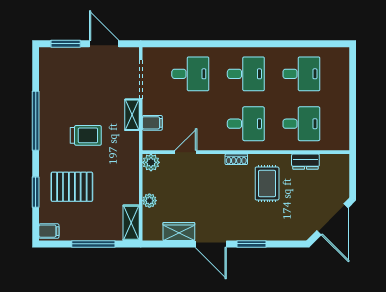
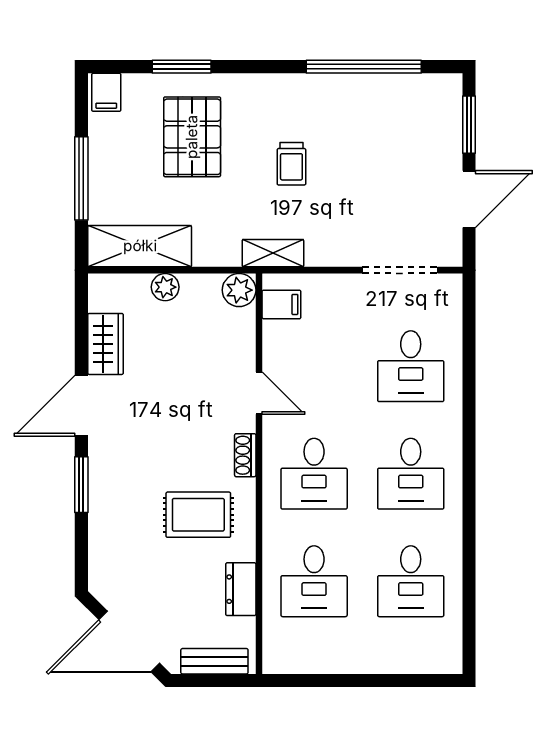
shelving: (132, 115) -> (273, 253), moved
window: (36, 121) -> (364, 67), moved
filing cabinet: (152, 123) -> (281, 304), moved, turned -90
trolley: (86, 135) -> (291, 164), width x0.73, depth x0.72
door: (186, 152) -> (259, 393), moved
bench: (343, 175) -> (214, 661), added
shelving: (131, 223) -> (140, 246), width x1.50, depth x1.33

